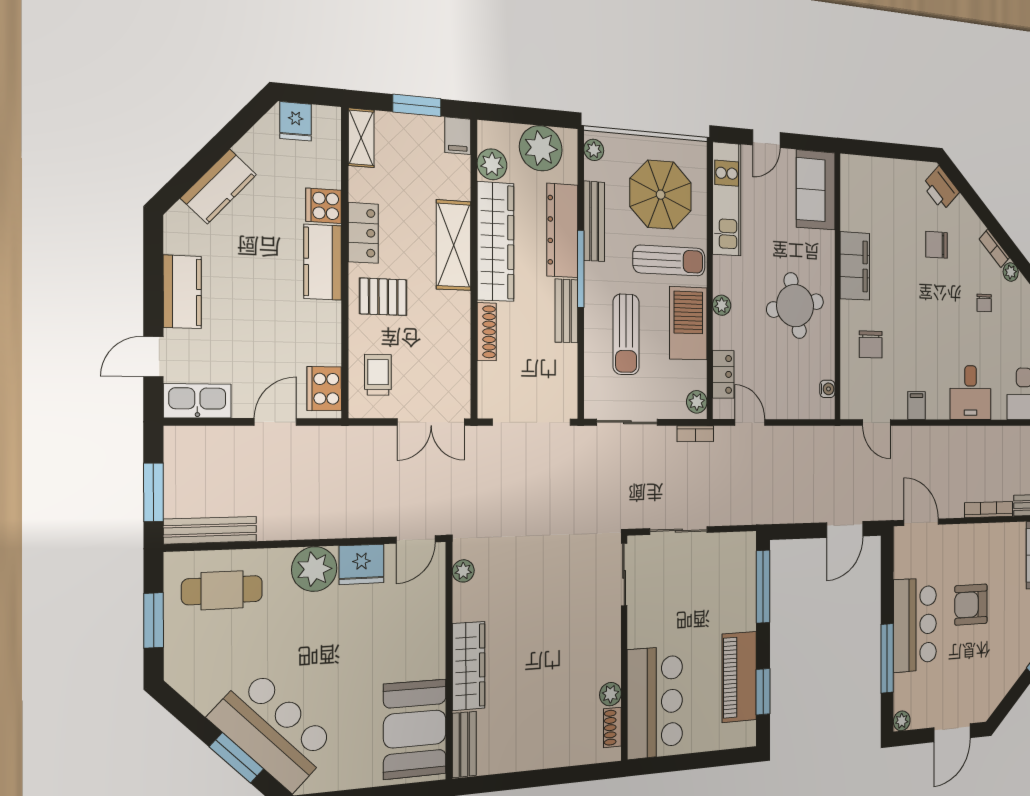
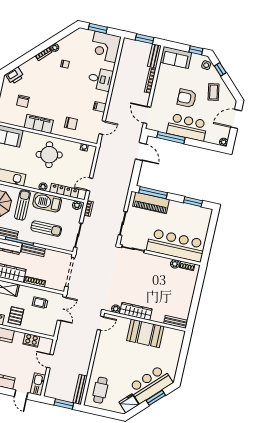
chair: (937, 245) -> (23, 101), moved
locker: (723, 374) -> (64, 191), width x1.53
trolley: (378, 375) -> (40, 303), moved
cooker: (324, 389) -> (31, 340), moved
door: (921, 522) -> (147, 115), hinge flipped
door: (416, 539) -> (100, 323), hinge flipped
fridge: (362, 564) -> (129, 403), moved, turned -135
plant: (314, 569) -> (101, 359), removed
armchair: (971, 605) -> (187, 98), turned 90
window: (154, 620) -> (104, 413), removed
window: (887, 658) -> (171, 138), moved
coffee table: (994, 662) -> (214, 92), added
wardrobe: (469, 666) -> (136, 311), moved
piano: (739, 677) -> (151, 203), moved
bar counter: (655, 702) -> (176, 245), width x1.36
booth: (415, 729) -> (145, 333), moved
door: (952, 733) -> (236, 119), swing flipped

